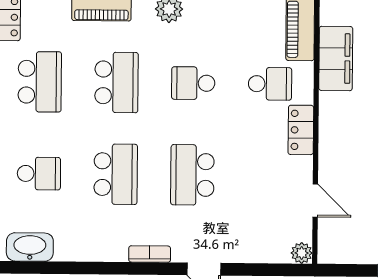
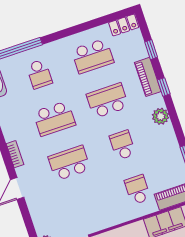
school desk: (116, 82) -> (108, 101), turned 180
school desk: (270, 84) -> (137, 190), turned 180
locker: (301, 130) -> (117, 217), removed

